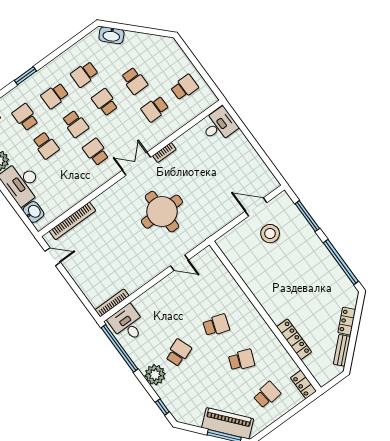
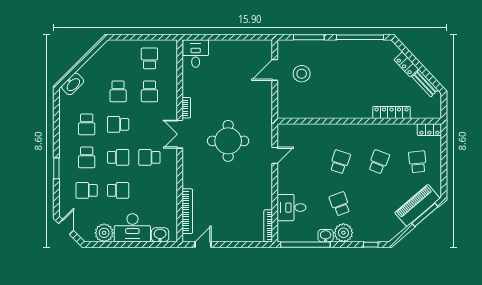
school desk: (134, 81) -> (118, 91), turned 90
desk: (127, 324) -> (292, 208), moved
washbasin: (141, 361) -> (326, 236), added

